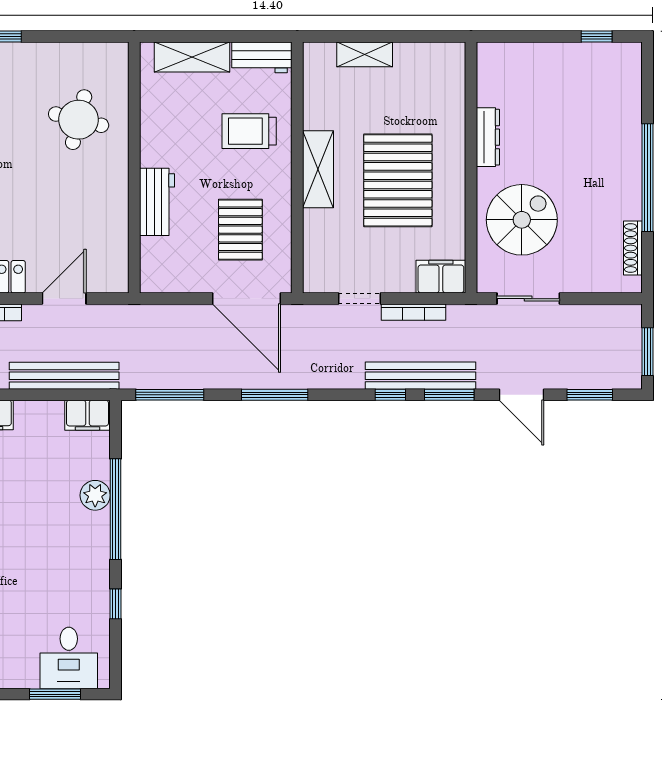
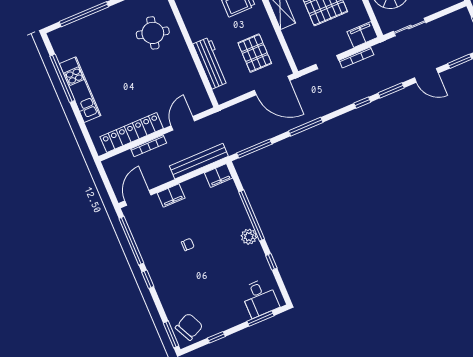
workbench: (157, 202) -> (211, 63), width x1.38
bench: (420, 376) -> (373, 87), removed
plant: (95, 495) -> (249, 237), moved

